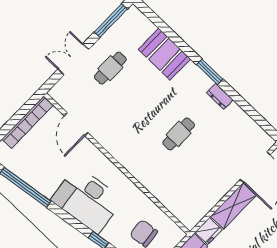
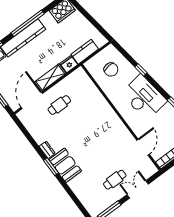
booth: (164, 54) -> (65, 165), moved
double door: (73, 59) -> (138, 189), swing flipped
cafe table: (179, 134) -> (59, 105), moved

